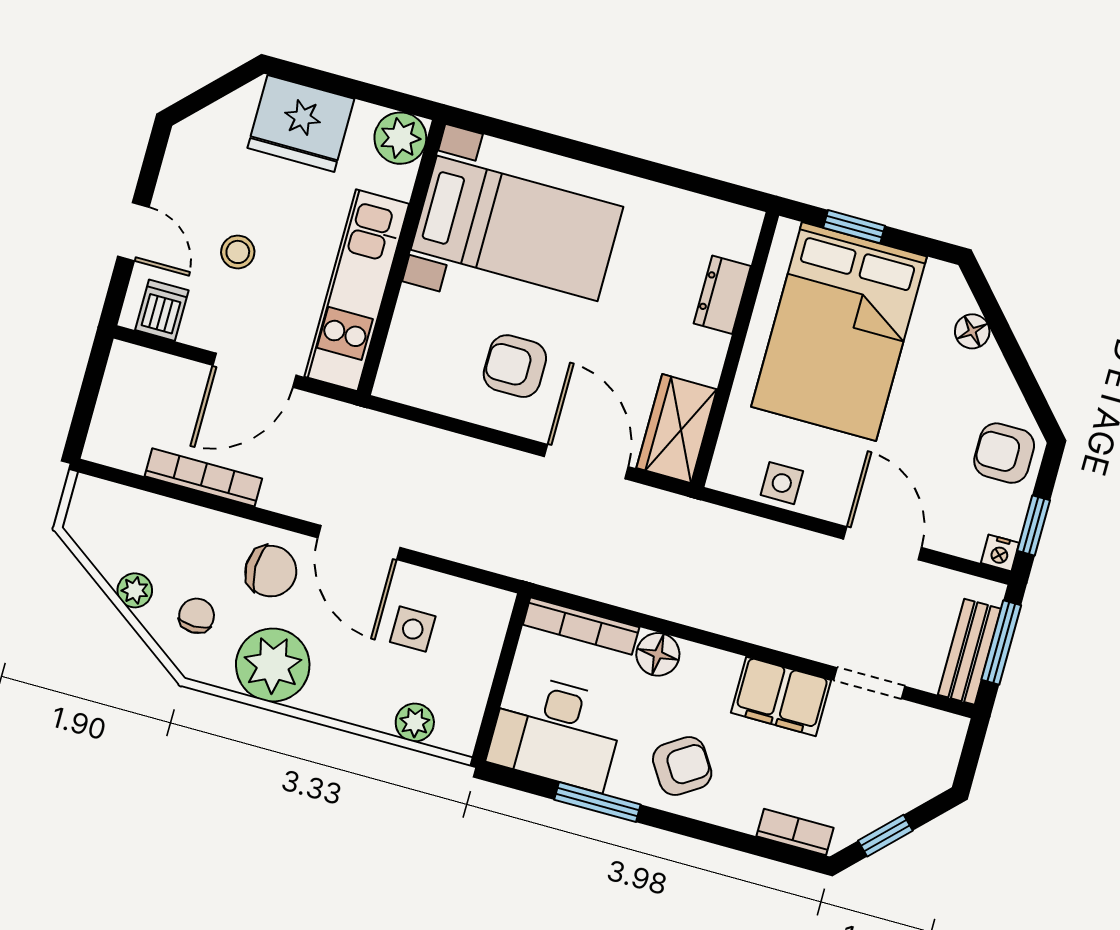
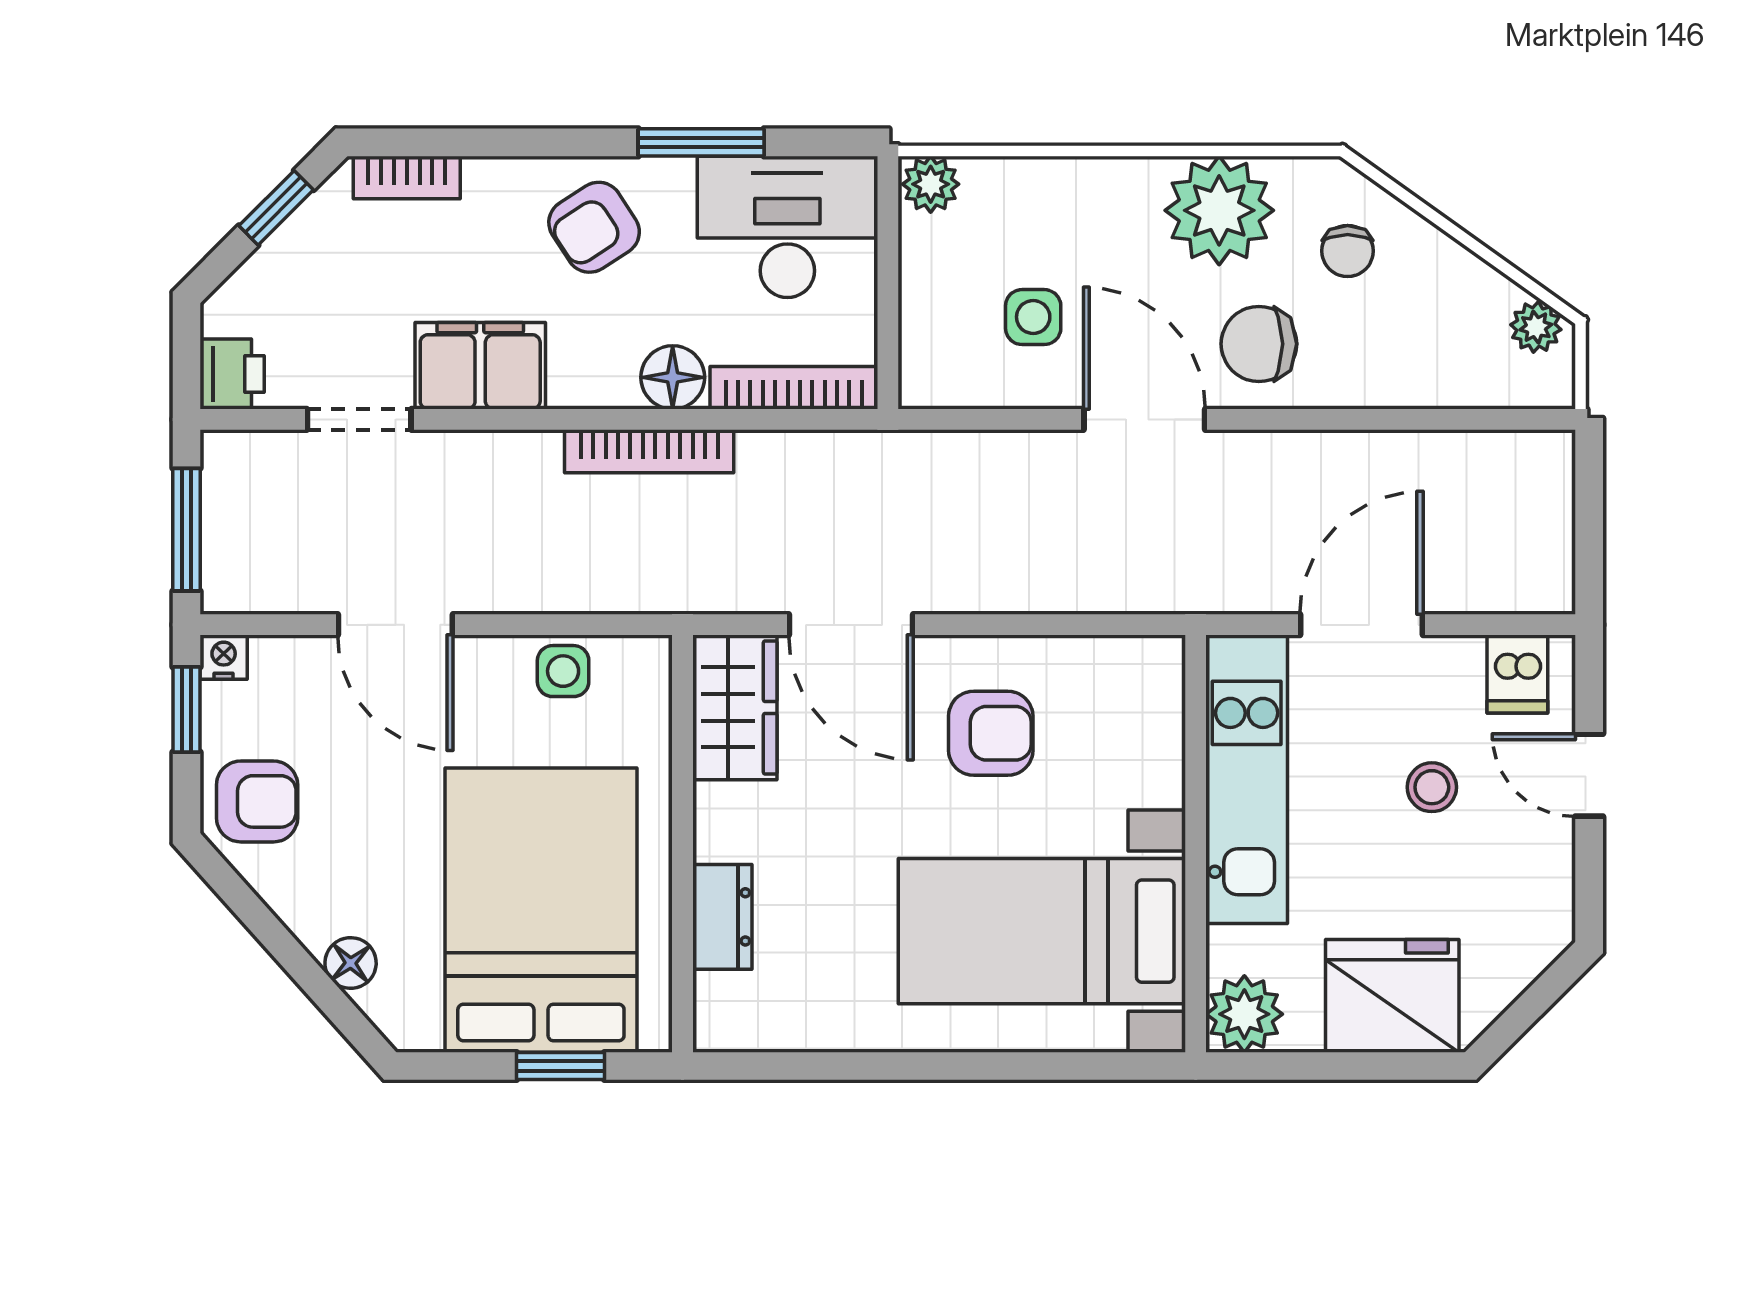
bookcase: (203, 477) -> (649, 451), moved
plant: (135, 590) -> (1536, 327), moved
bench: (969, 652) -> (228, 504), removed
plant: (415, 722) -> (931, 184), moved
printer: (944, 735) -> (232, 374), added

